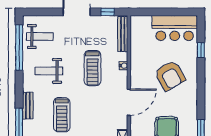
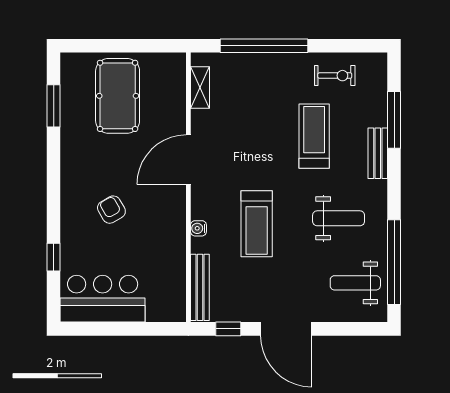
treadmill: (92, 68) -> (257, 224), turned 180
armchair: (170, 76) -> (111, 210), width x0.53, depth x0.53

